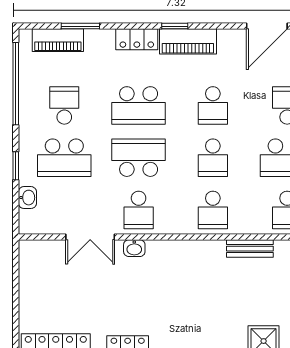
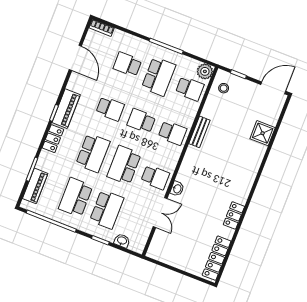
school desk: (64, 105) -> (76, 197), width x1.85
school desk: (213, 158) -> (141, 121), turned 180
bench: (250, 249) -> (199, 132), moved

